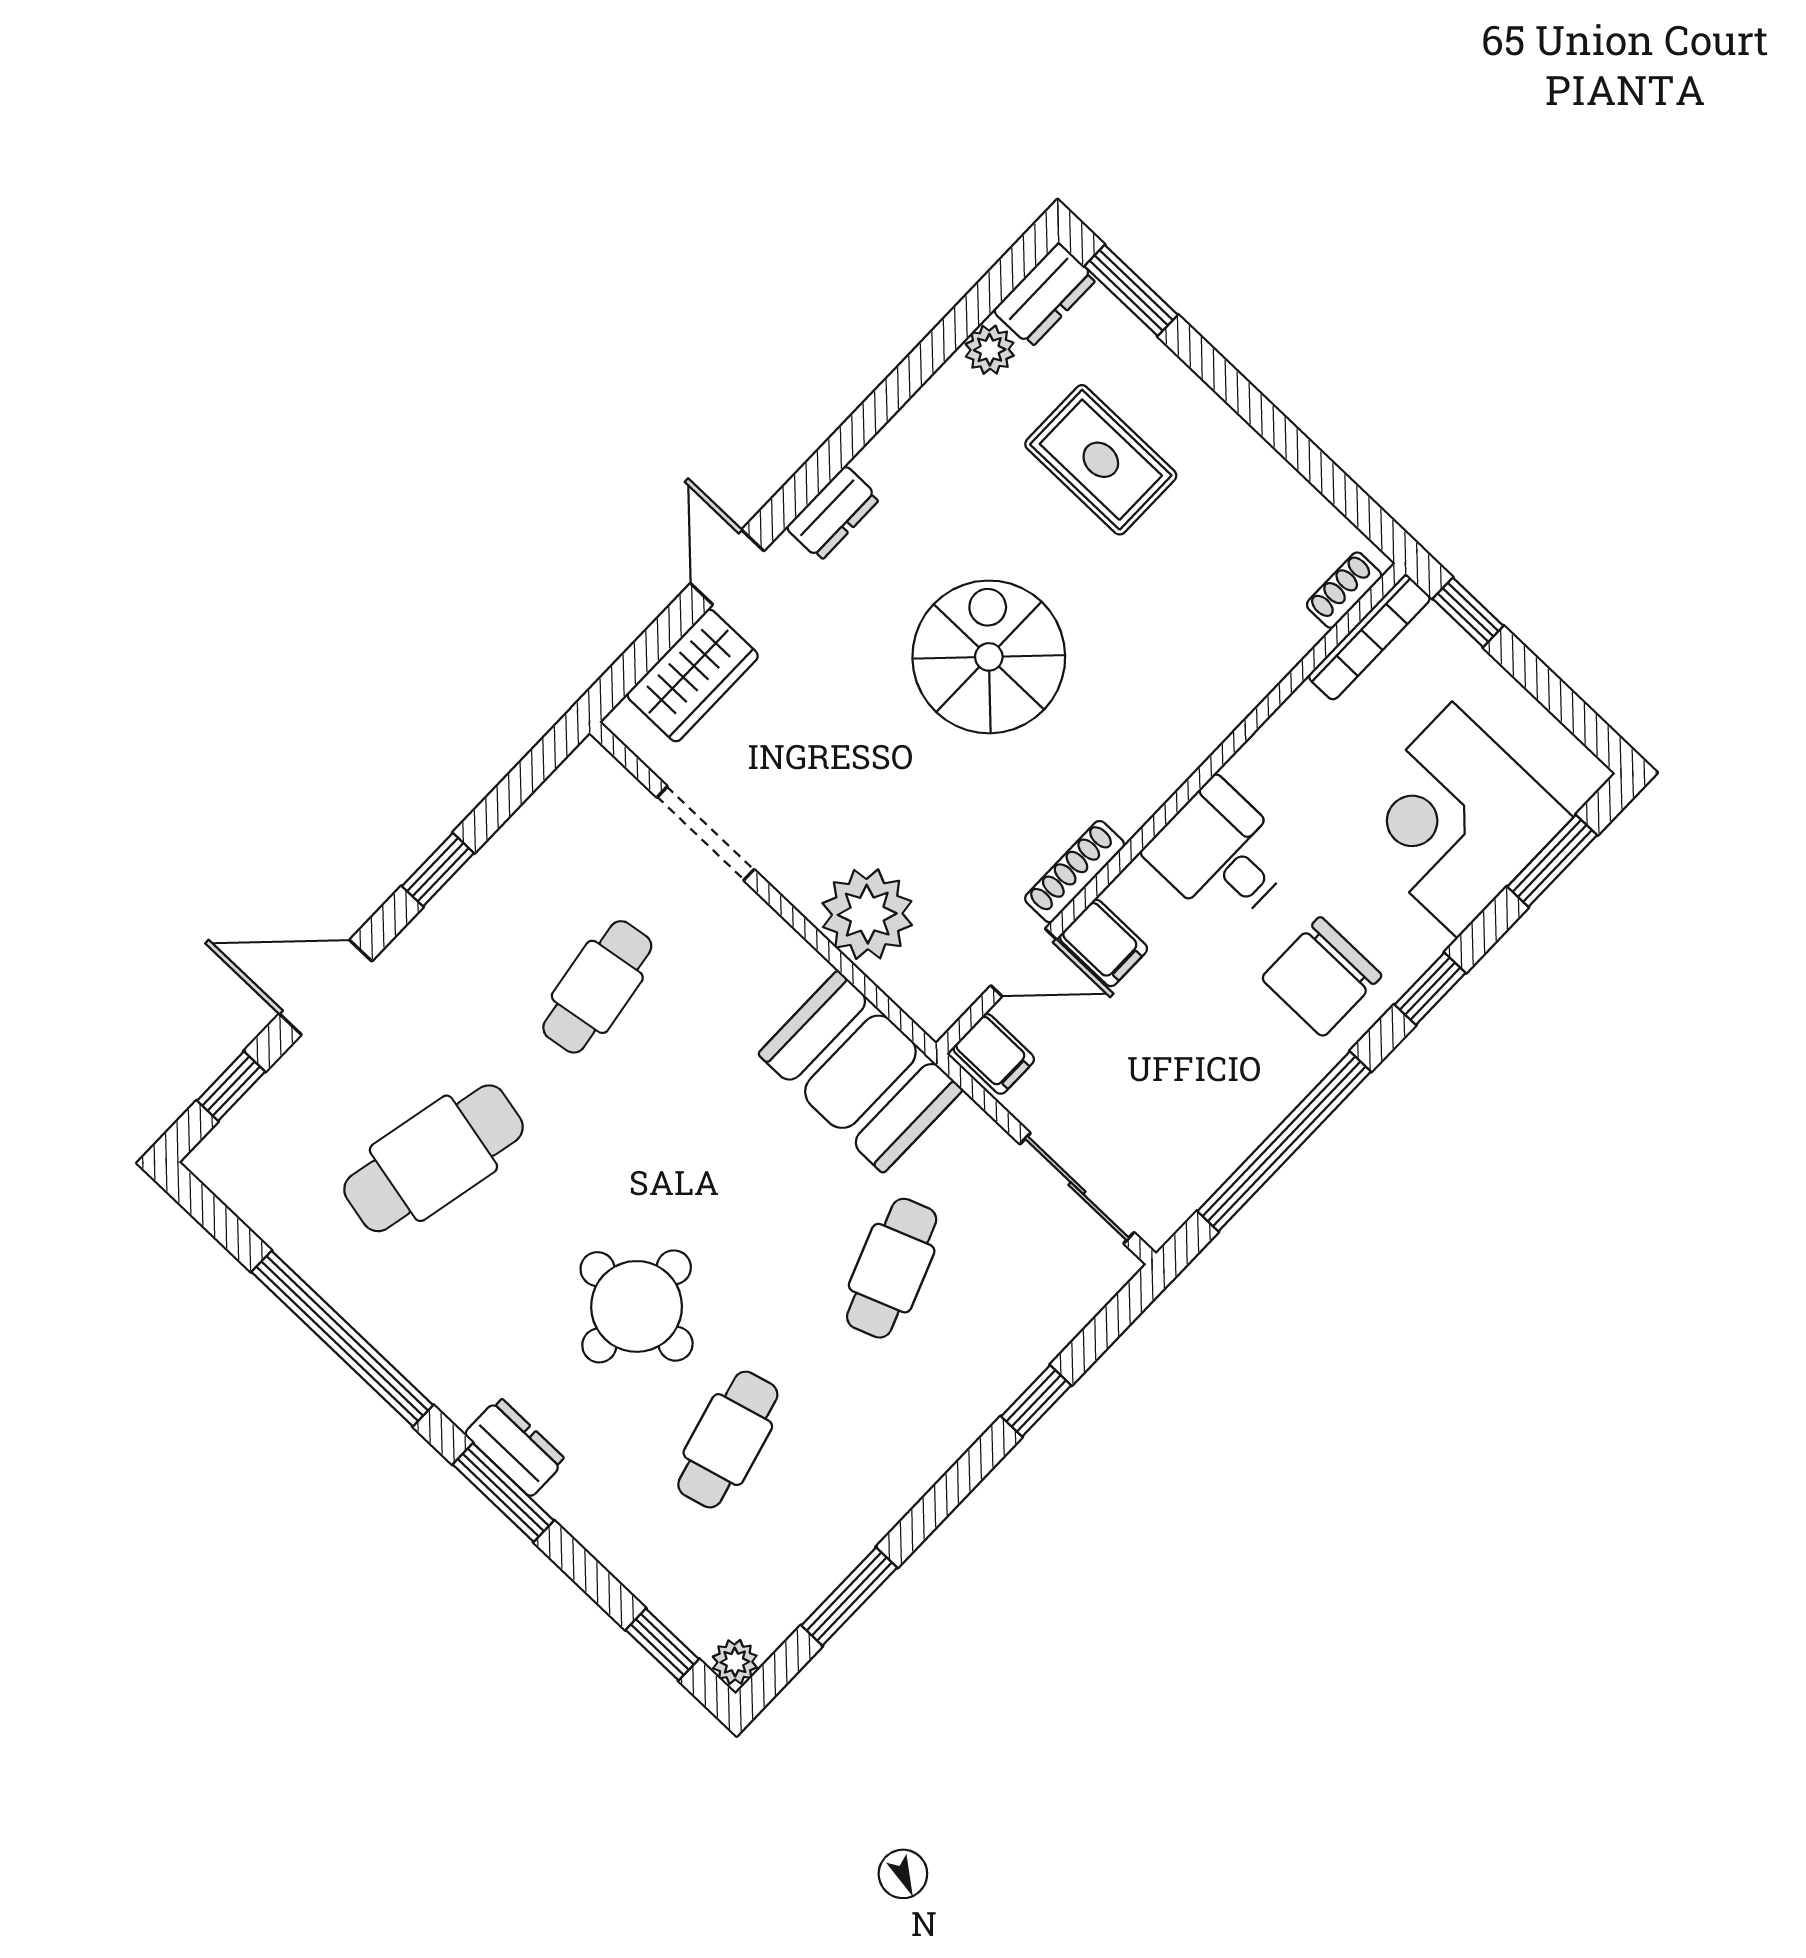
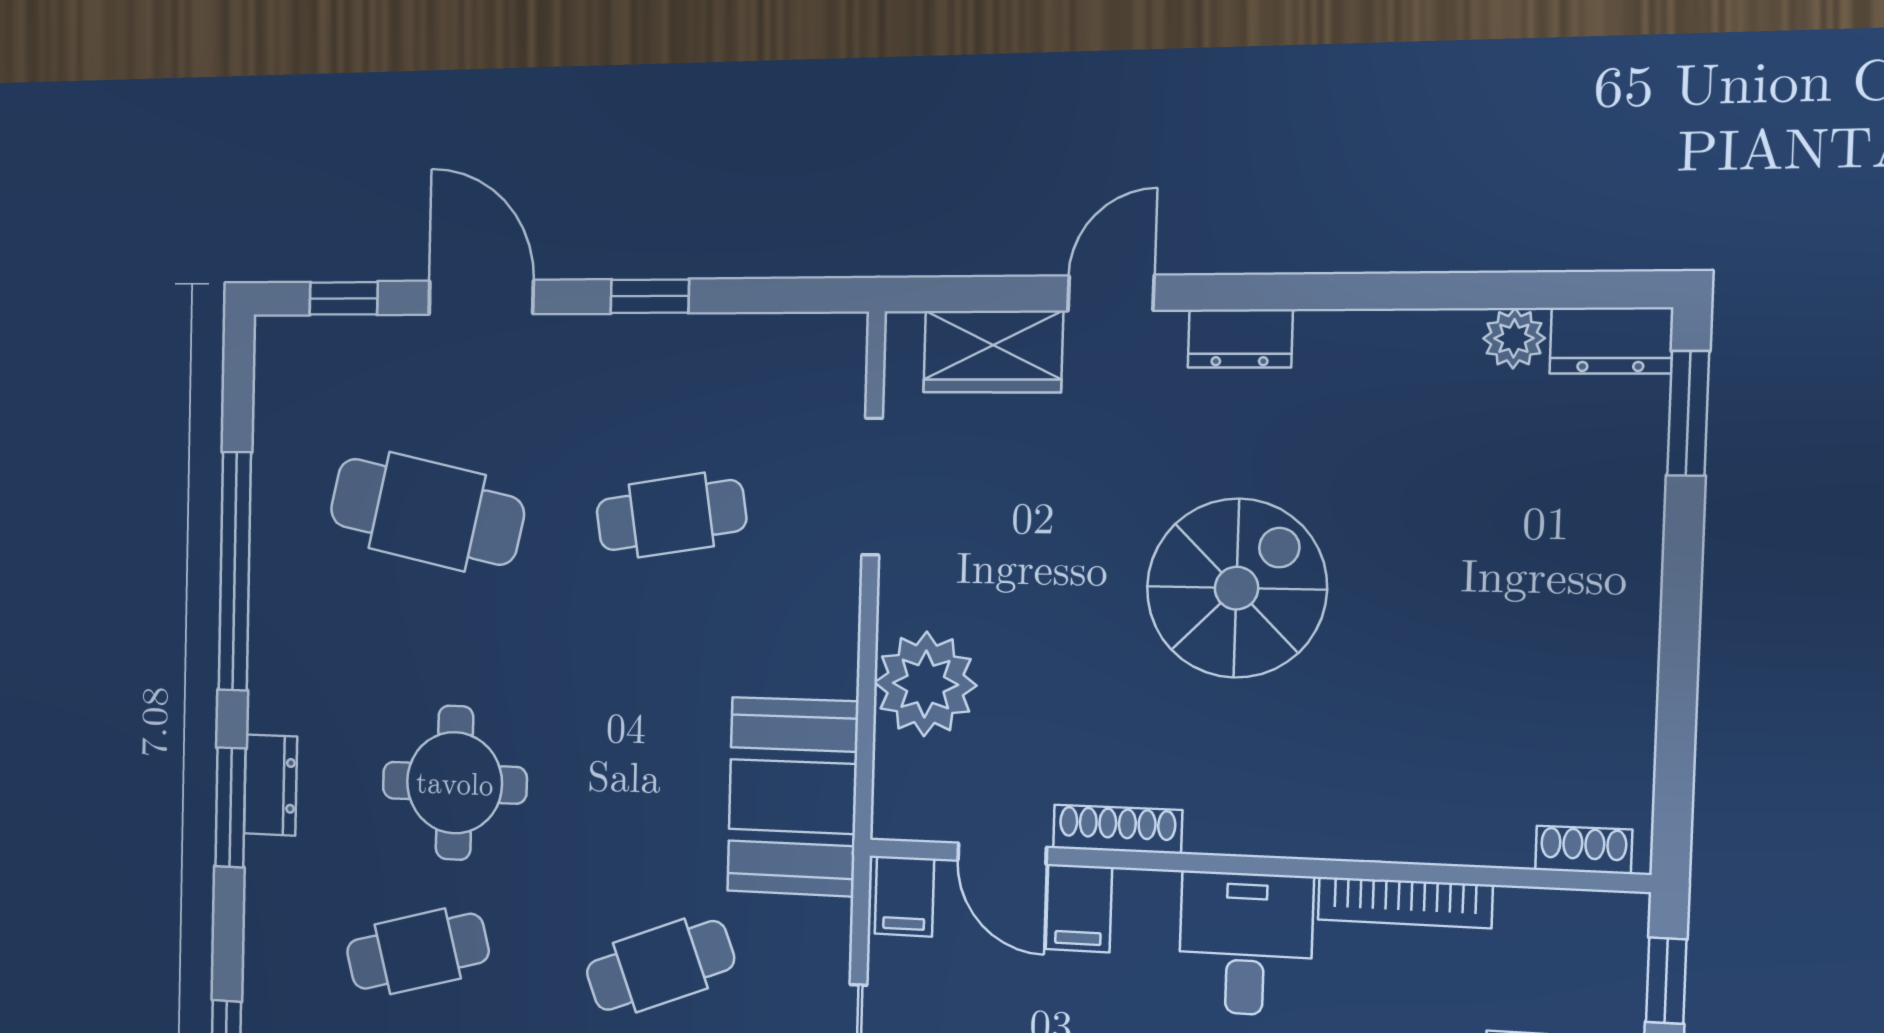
rug: (1101, 460) -> (1504, 527), removed
bookcase: (1369, 637) -> (1405, 902), moved

